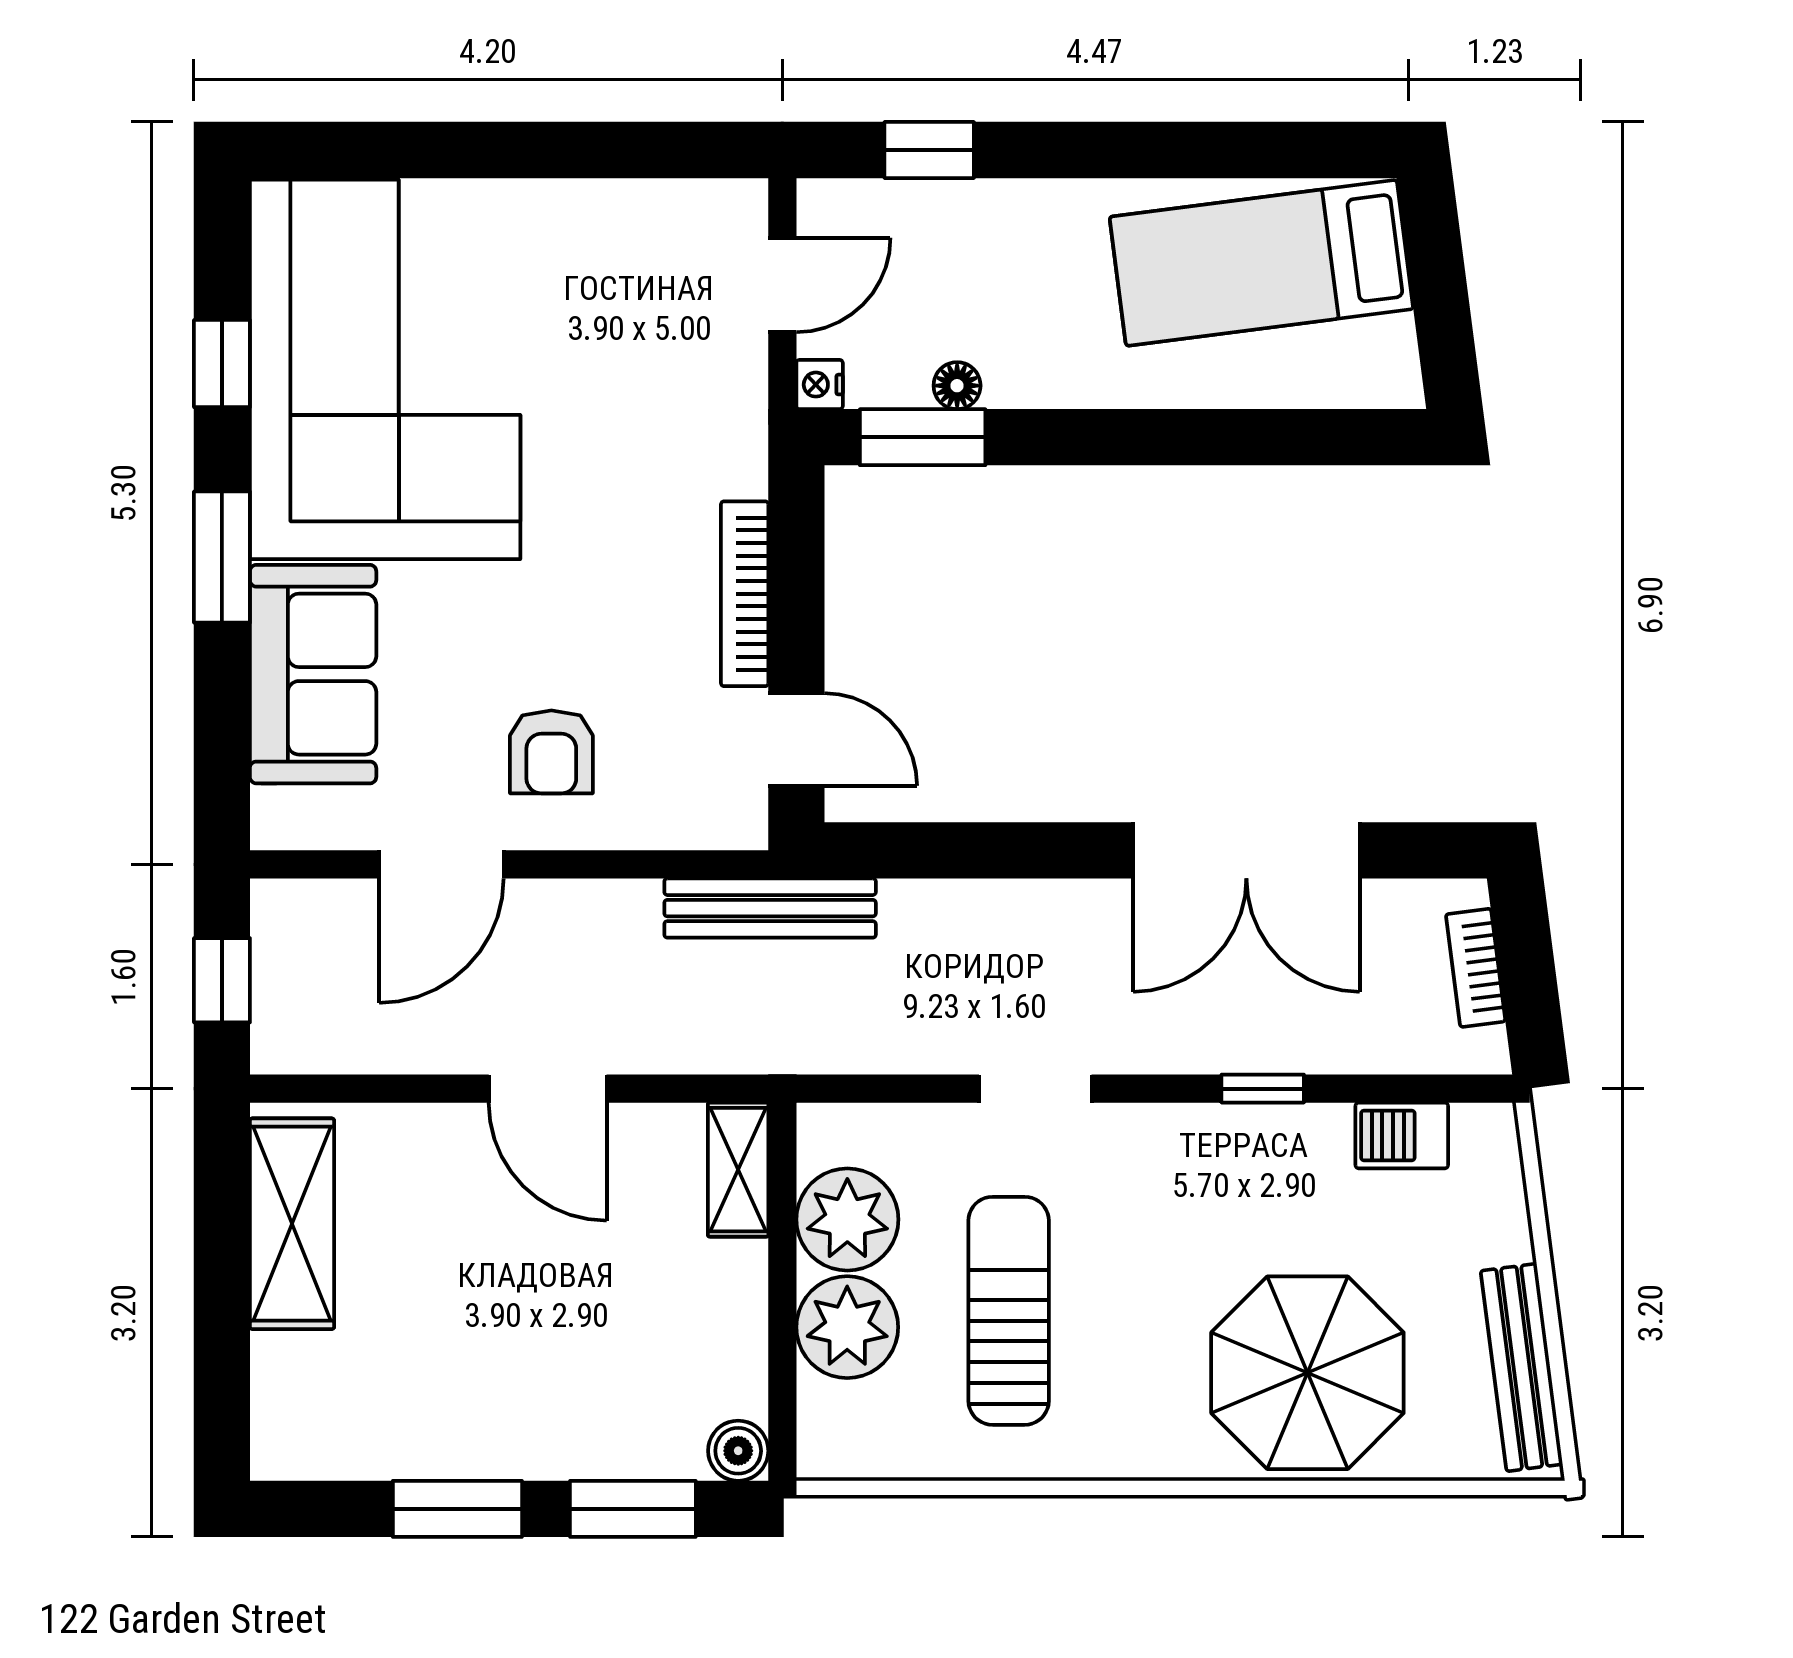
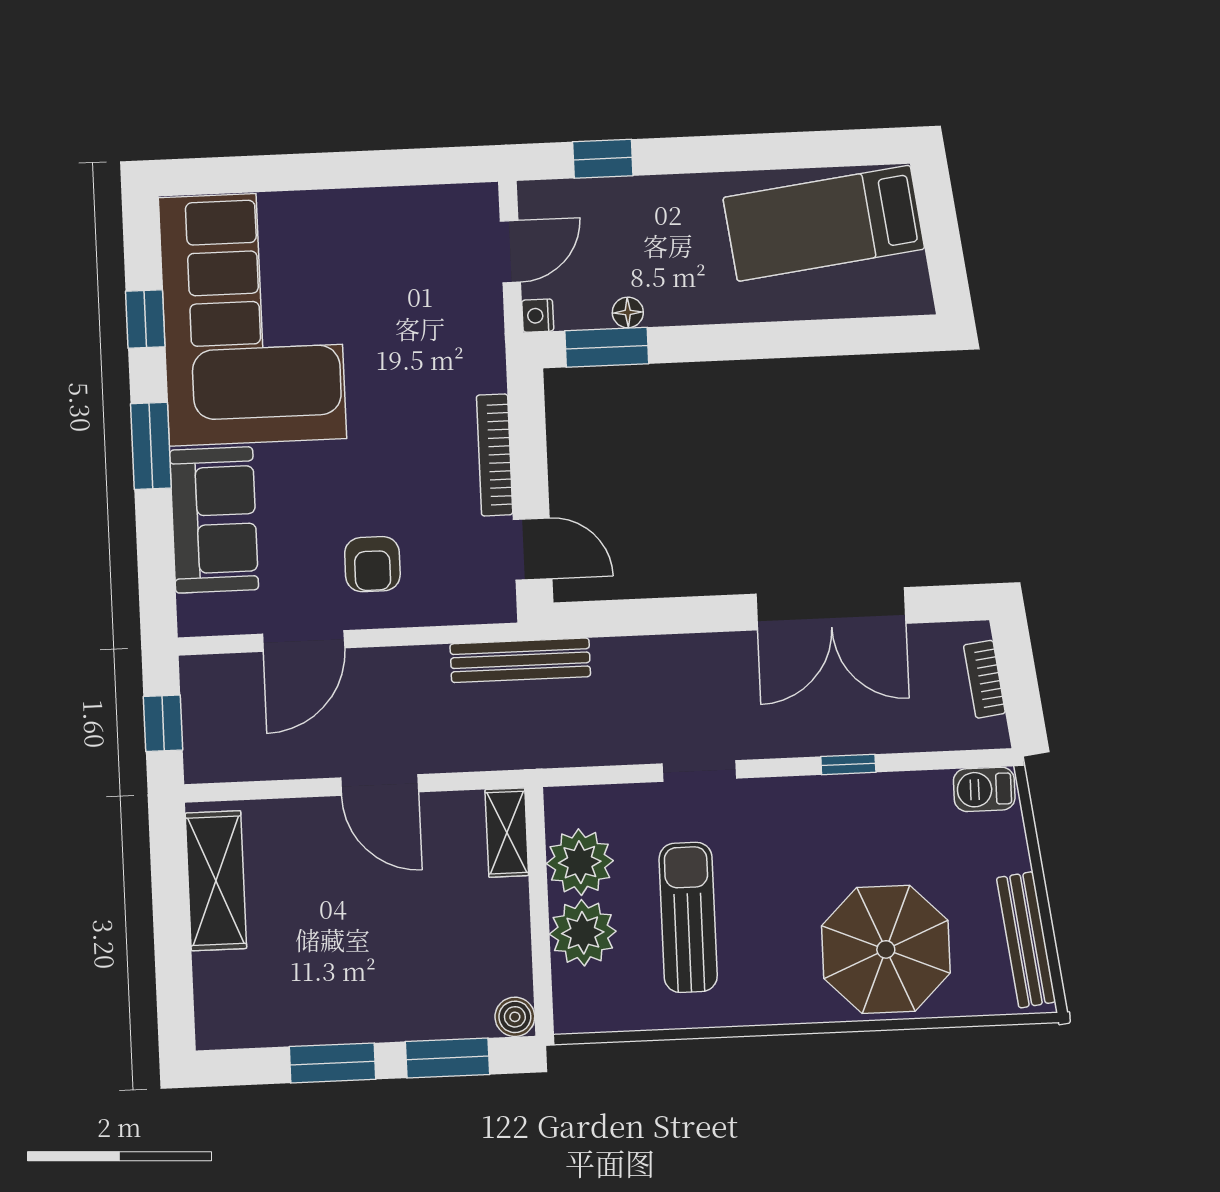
barbecue: (1402, 1135) -> (984, 789), moved

